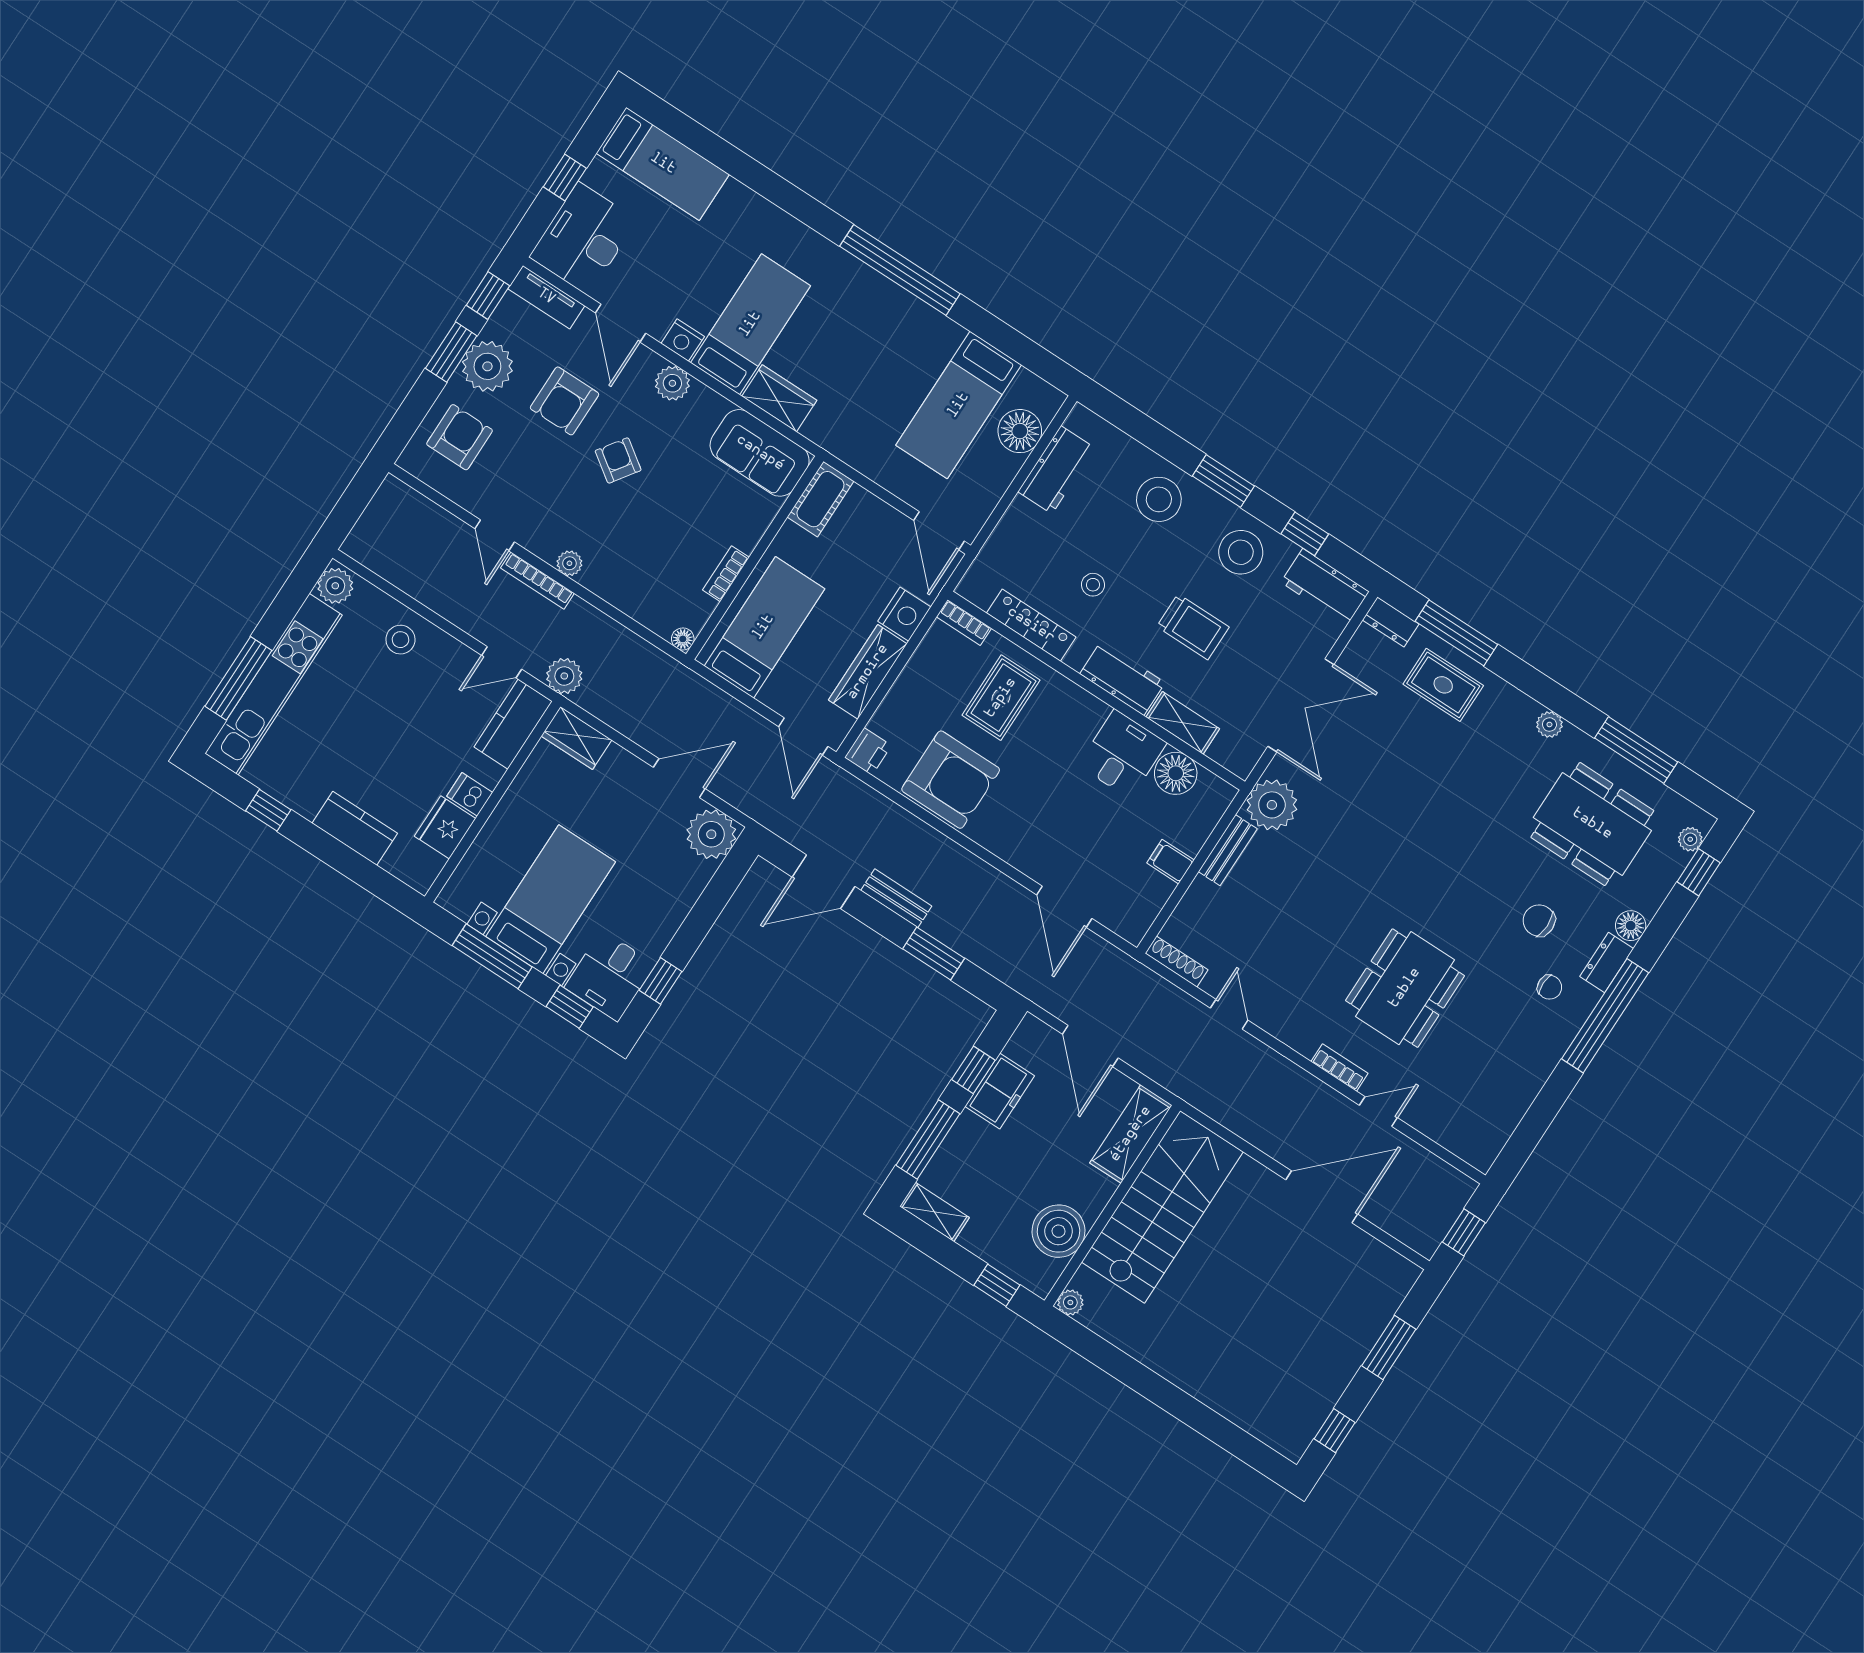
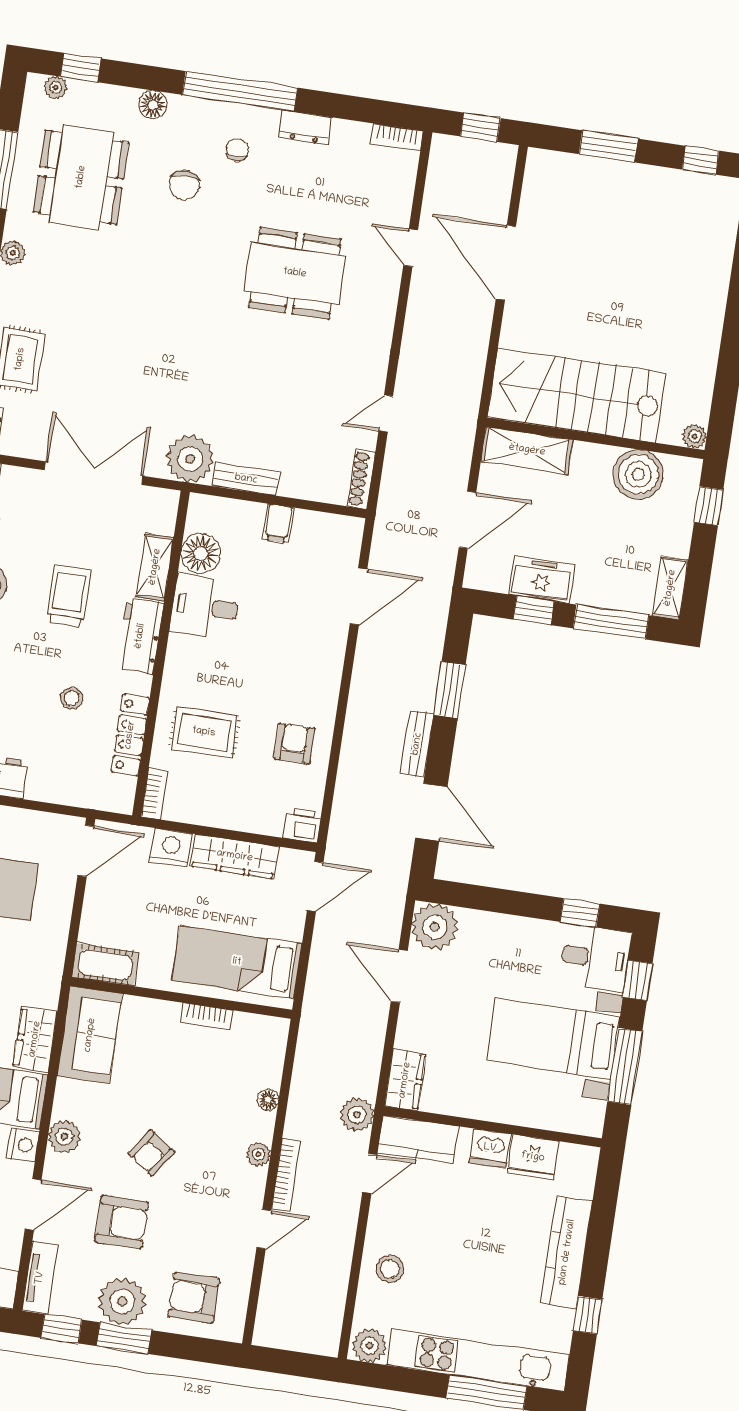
floor lamp: (683, 639) -> (268, 1100), moved
door: (502, 662) -> (370, 1174), hinge flipped
armchair: (951, 780) -> (294, 744), width x0.53, depth x0.53
dishwasher: (470, 794) -> (490, 1148), width x1.38
kitchen counter: (355, 828) -> (567, 1252), width x1.50
dresser: (1607, 963) -> (305, 127), moved
bookcase: (1339, 1067) -> (397, 137), moved, turned -90

